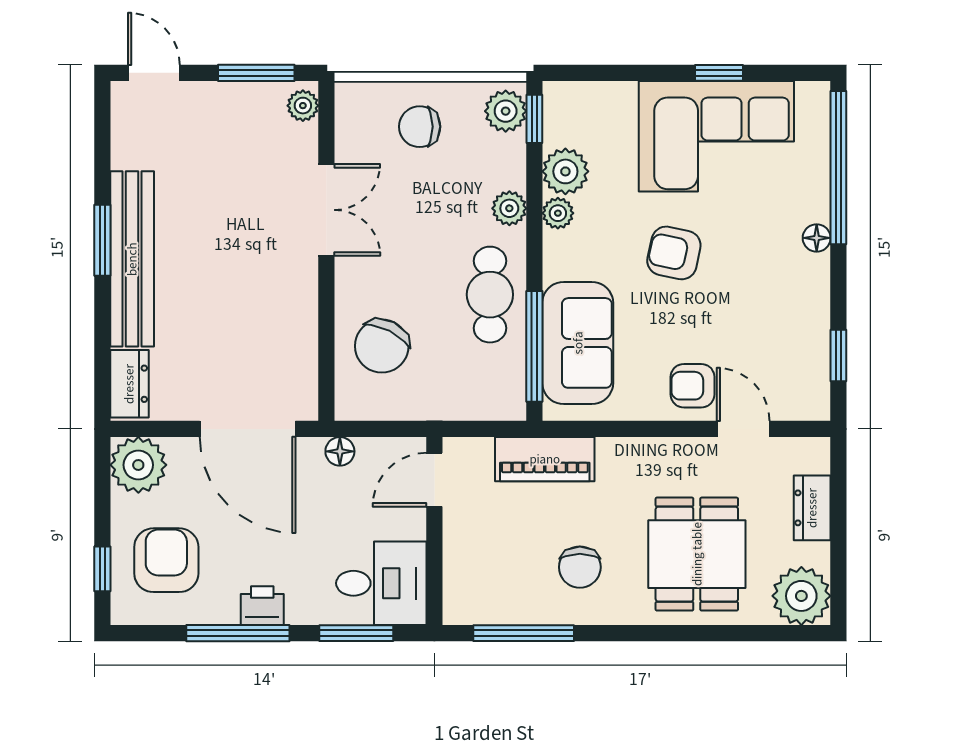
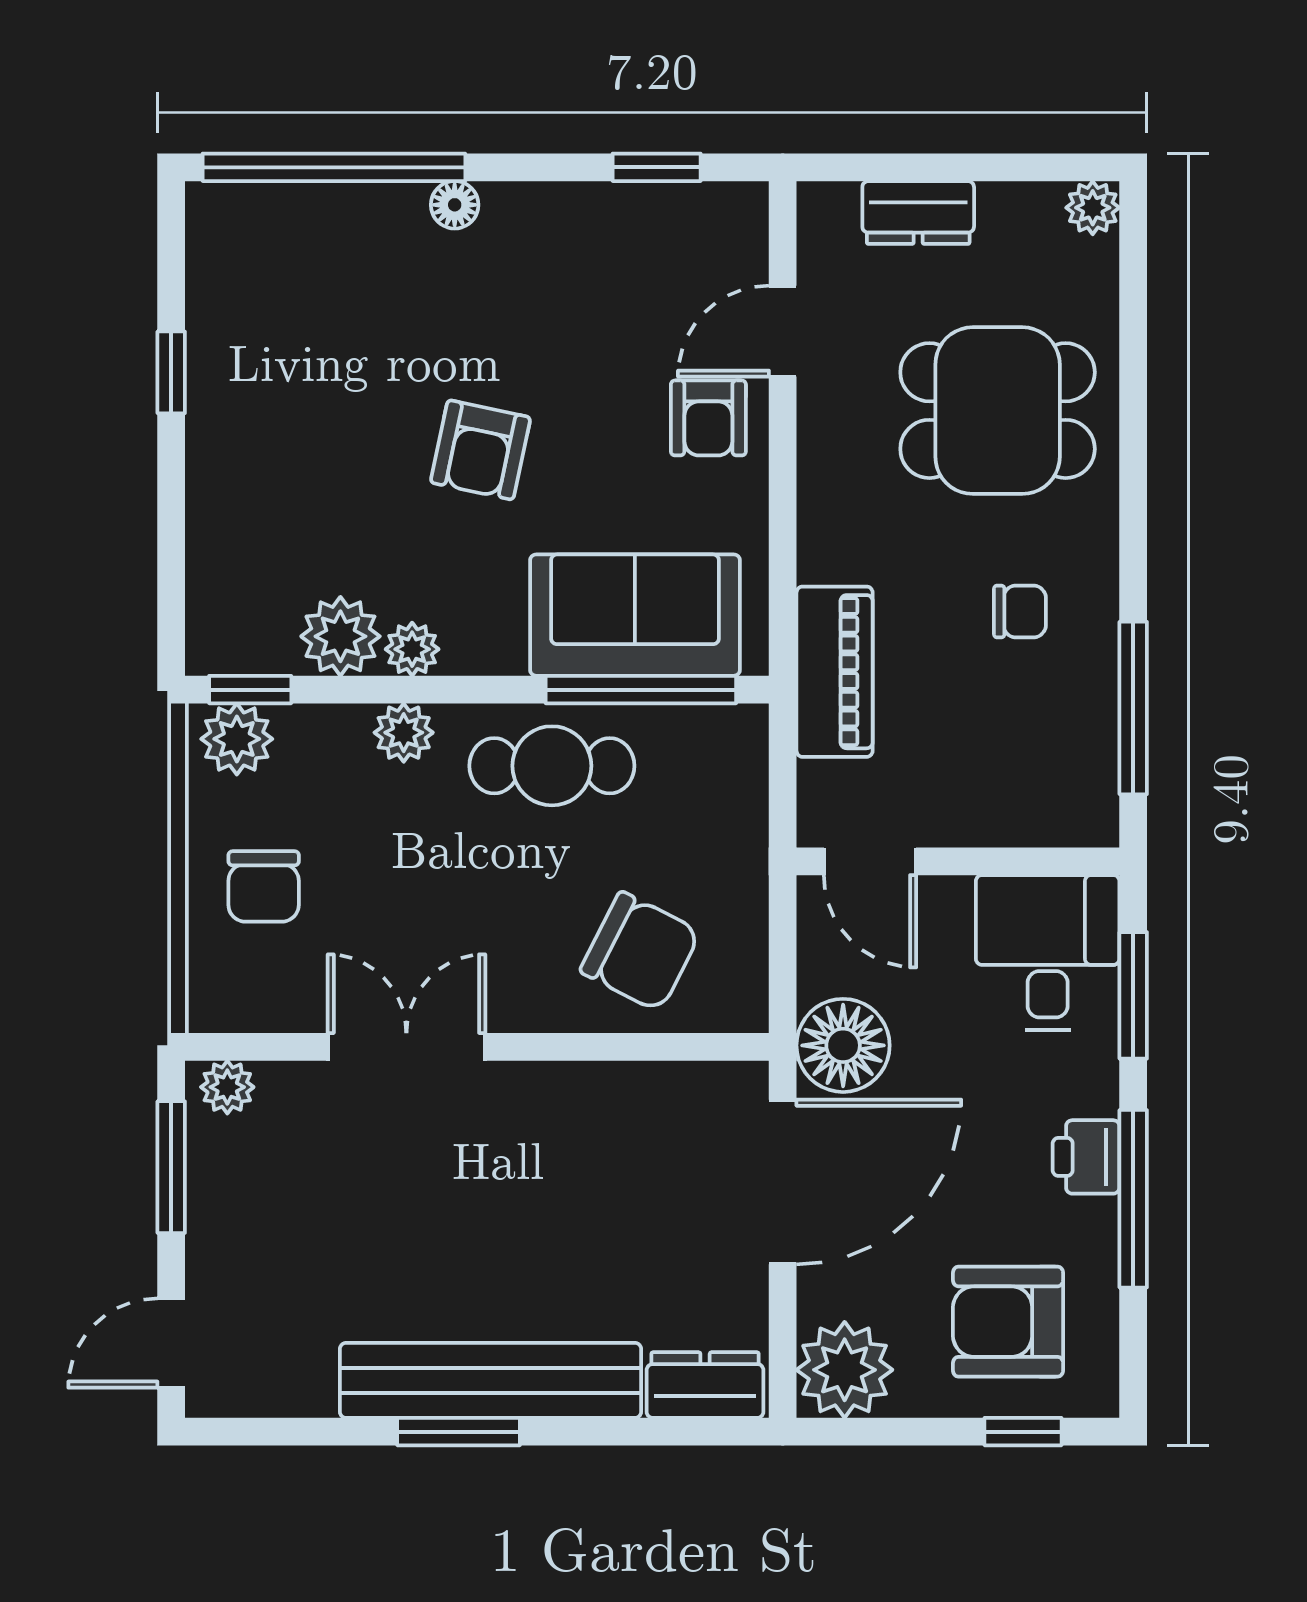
corner sofa: (716, 136) -> (280, 377), removed
floor lamp: (340, 451) -> (843, 1045), width x1.89, depth x1.89
chair: (580, 567) -> (1020, 612), width x0.73, depth x0.73
plant: (801, 596) -> (1093, 208), width x0.53, depth x0.53

